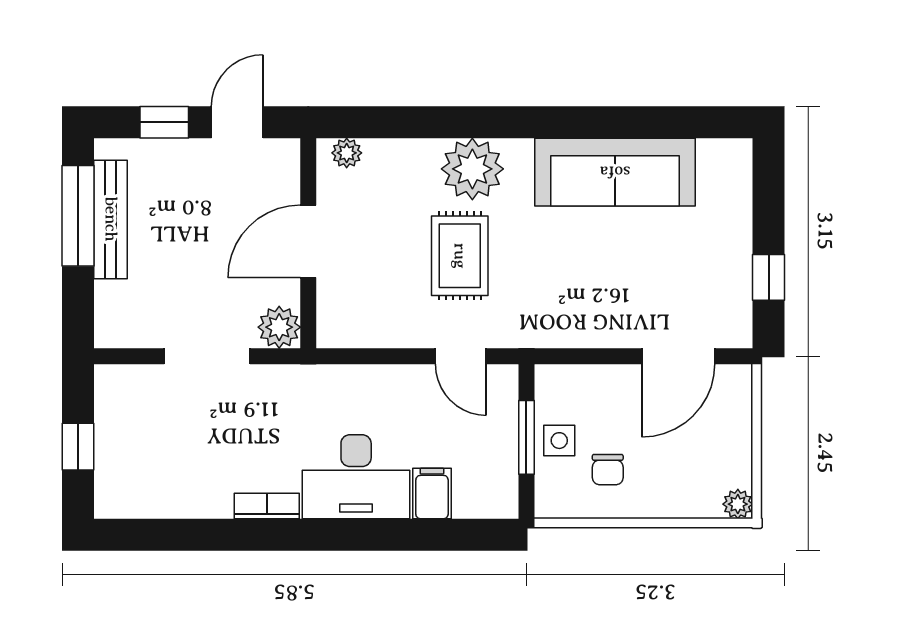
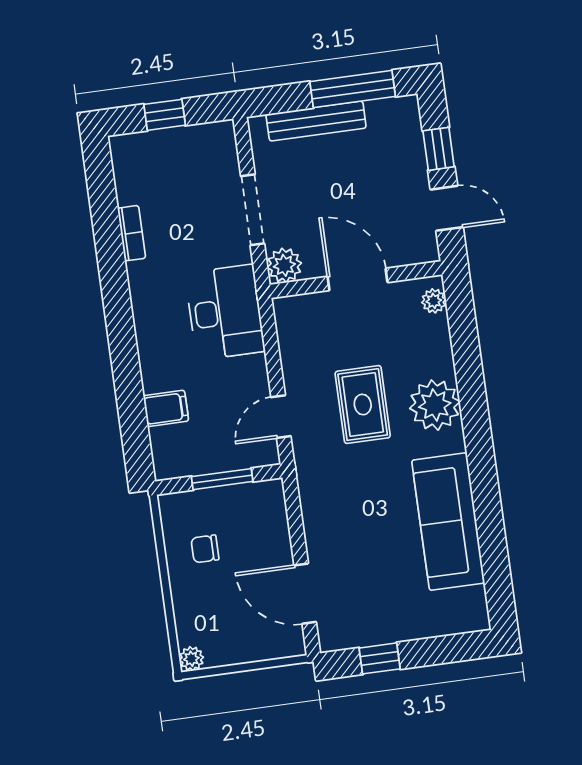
bench: (111, 219) -> (316, 121), moved
rug: (460, 256) -> (363, 404), turned 90
side table: (559, 441) -> (223, 506), removed
desk: (356, 477) -> (225, 312), moved, turned 180
bookcase: (267, 506) -> (132, 233), moved

